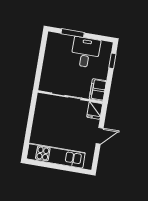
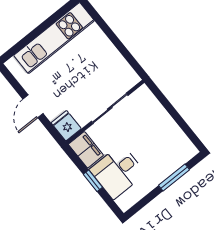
desk: (86, 52) -> (118, 172), moved, turned 90
window: (112, 61) -> (93, 181), moved

